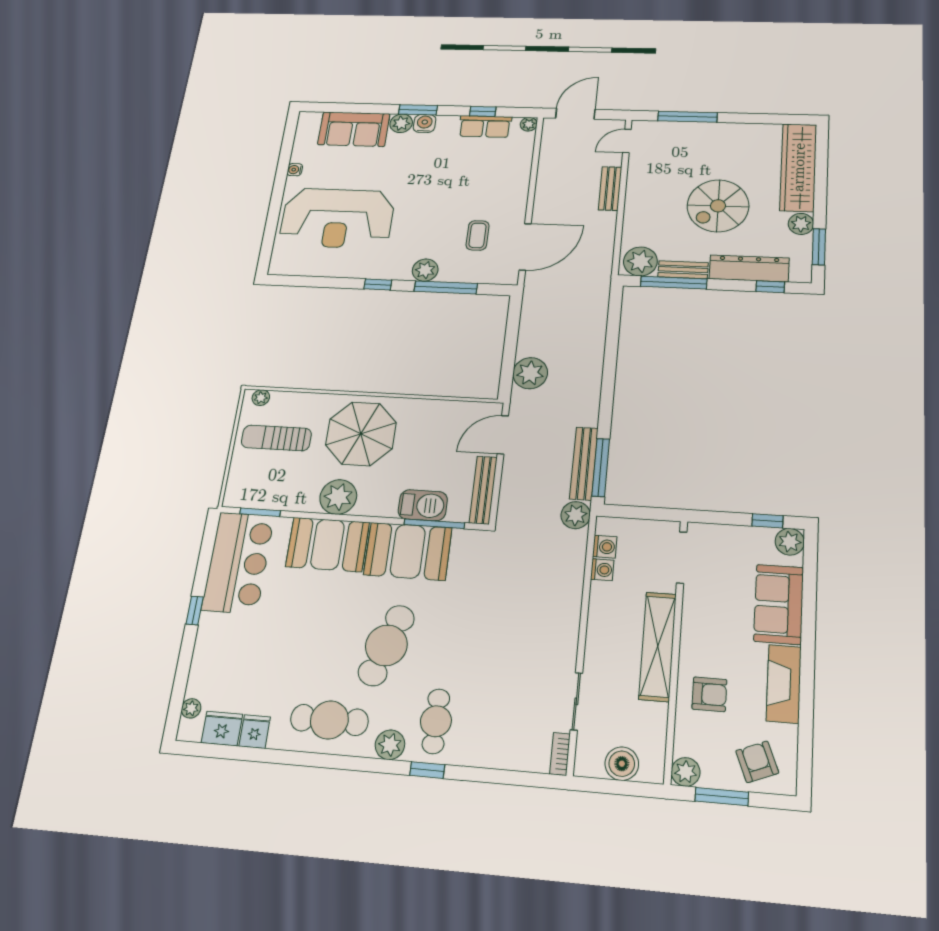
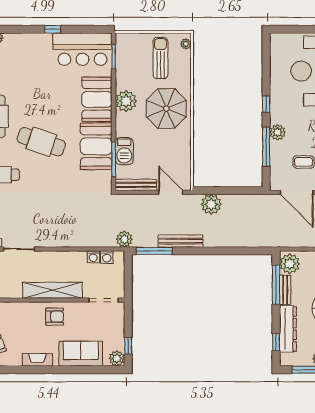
bench: (584, 463) -> (180, 241), moved
fireplace: (784, 684) -> (37, 360), width x0.73, depth x0.76
armchair: (709, 694) -> (55, 317), moved, turned -90

